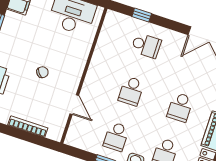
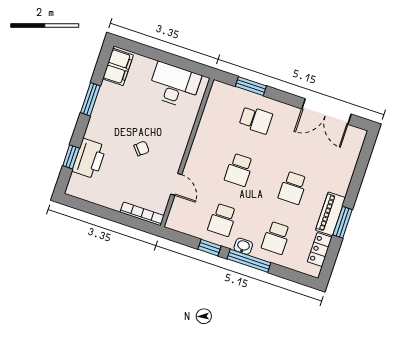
window: (142, 15) -> (251, 86), width x1.50
bookcase: (28, 127) -> (142, 214), moved

